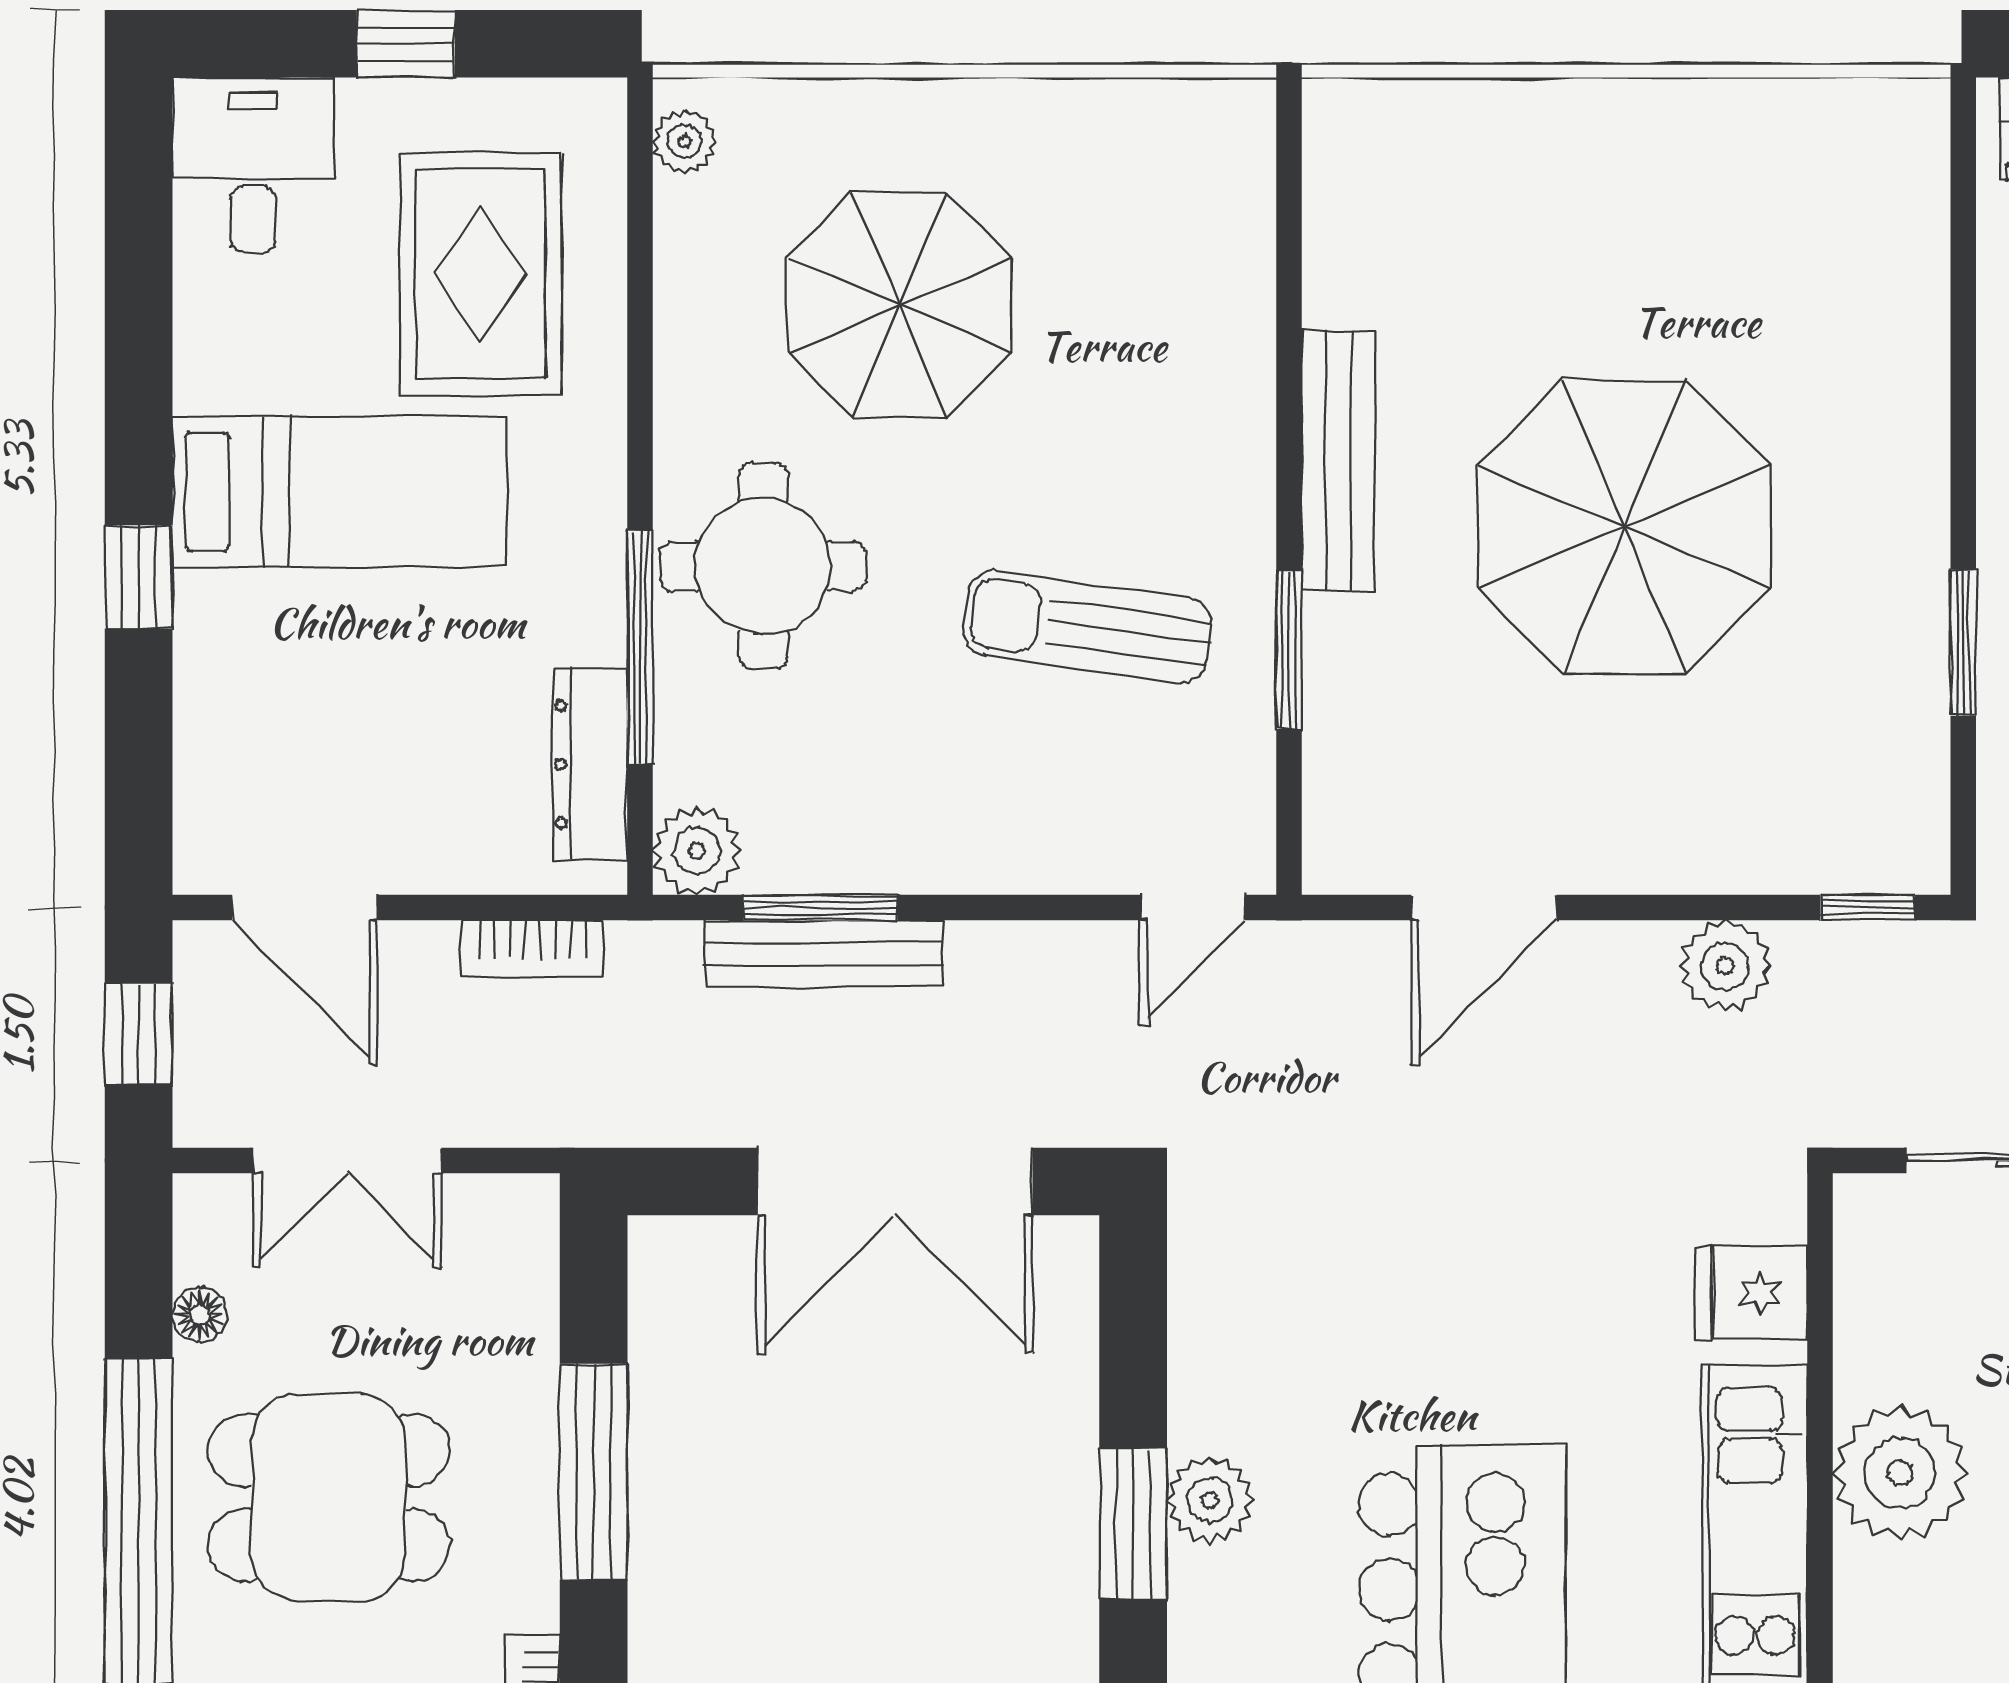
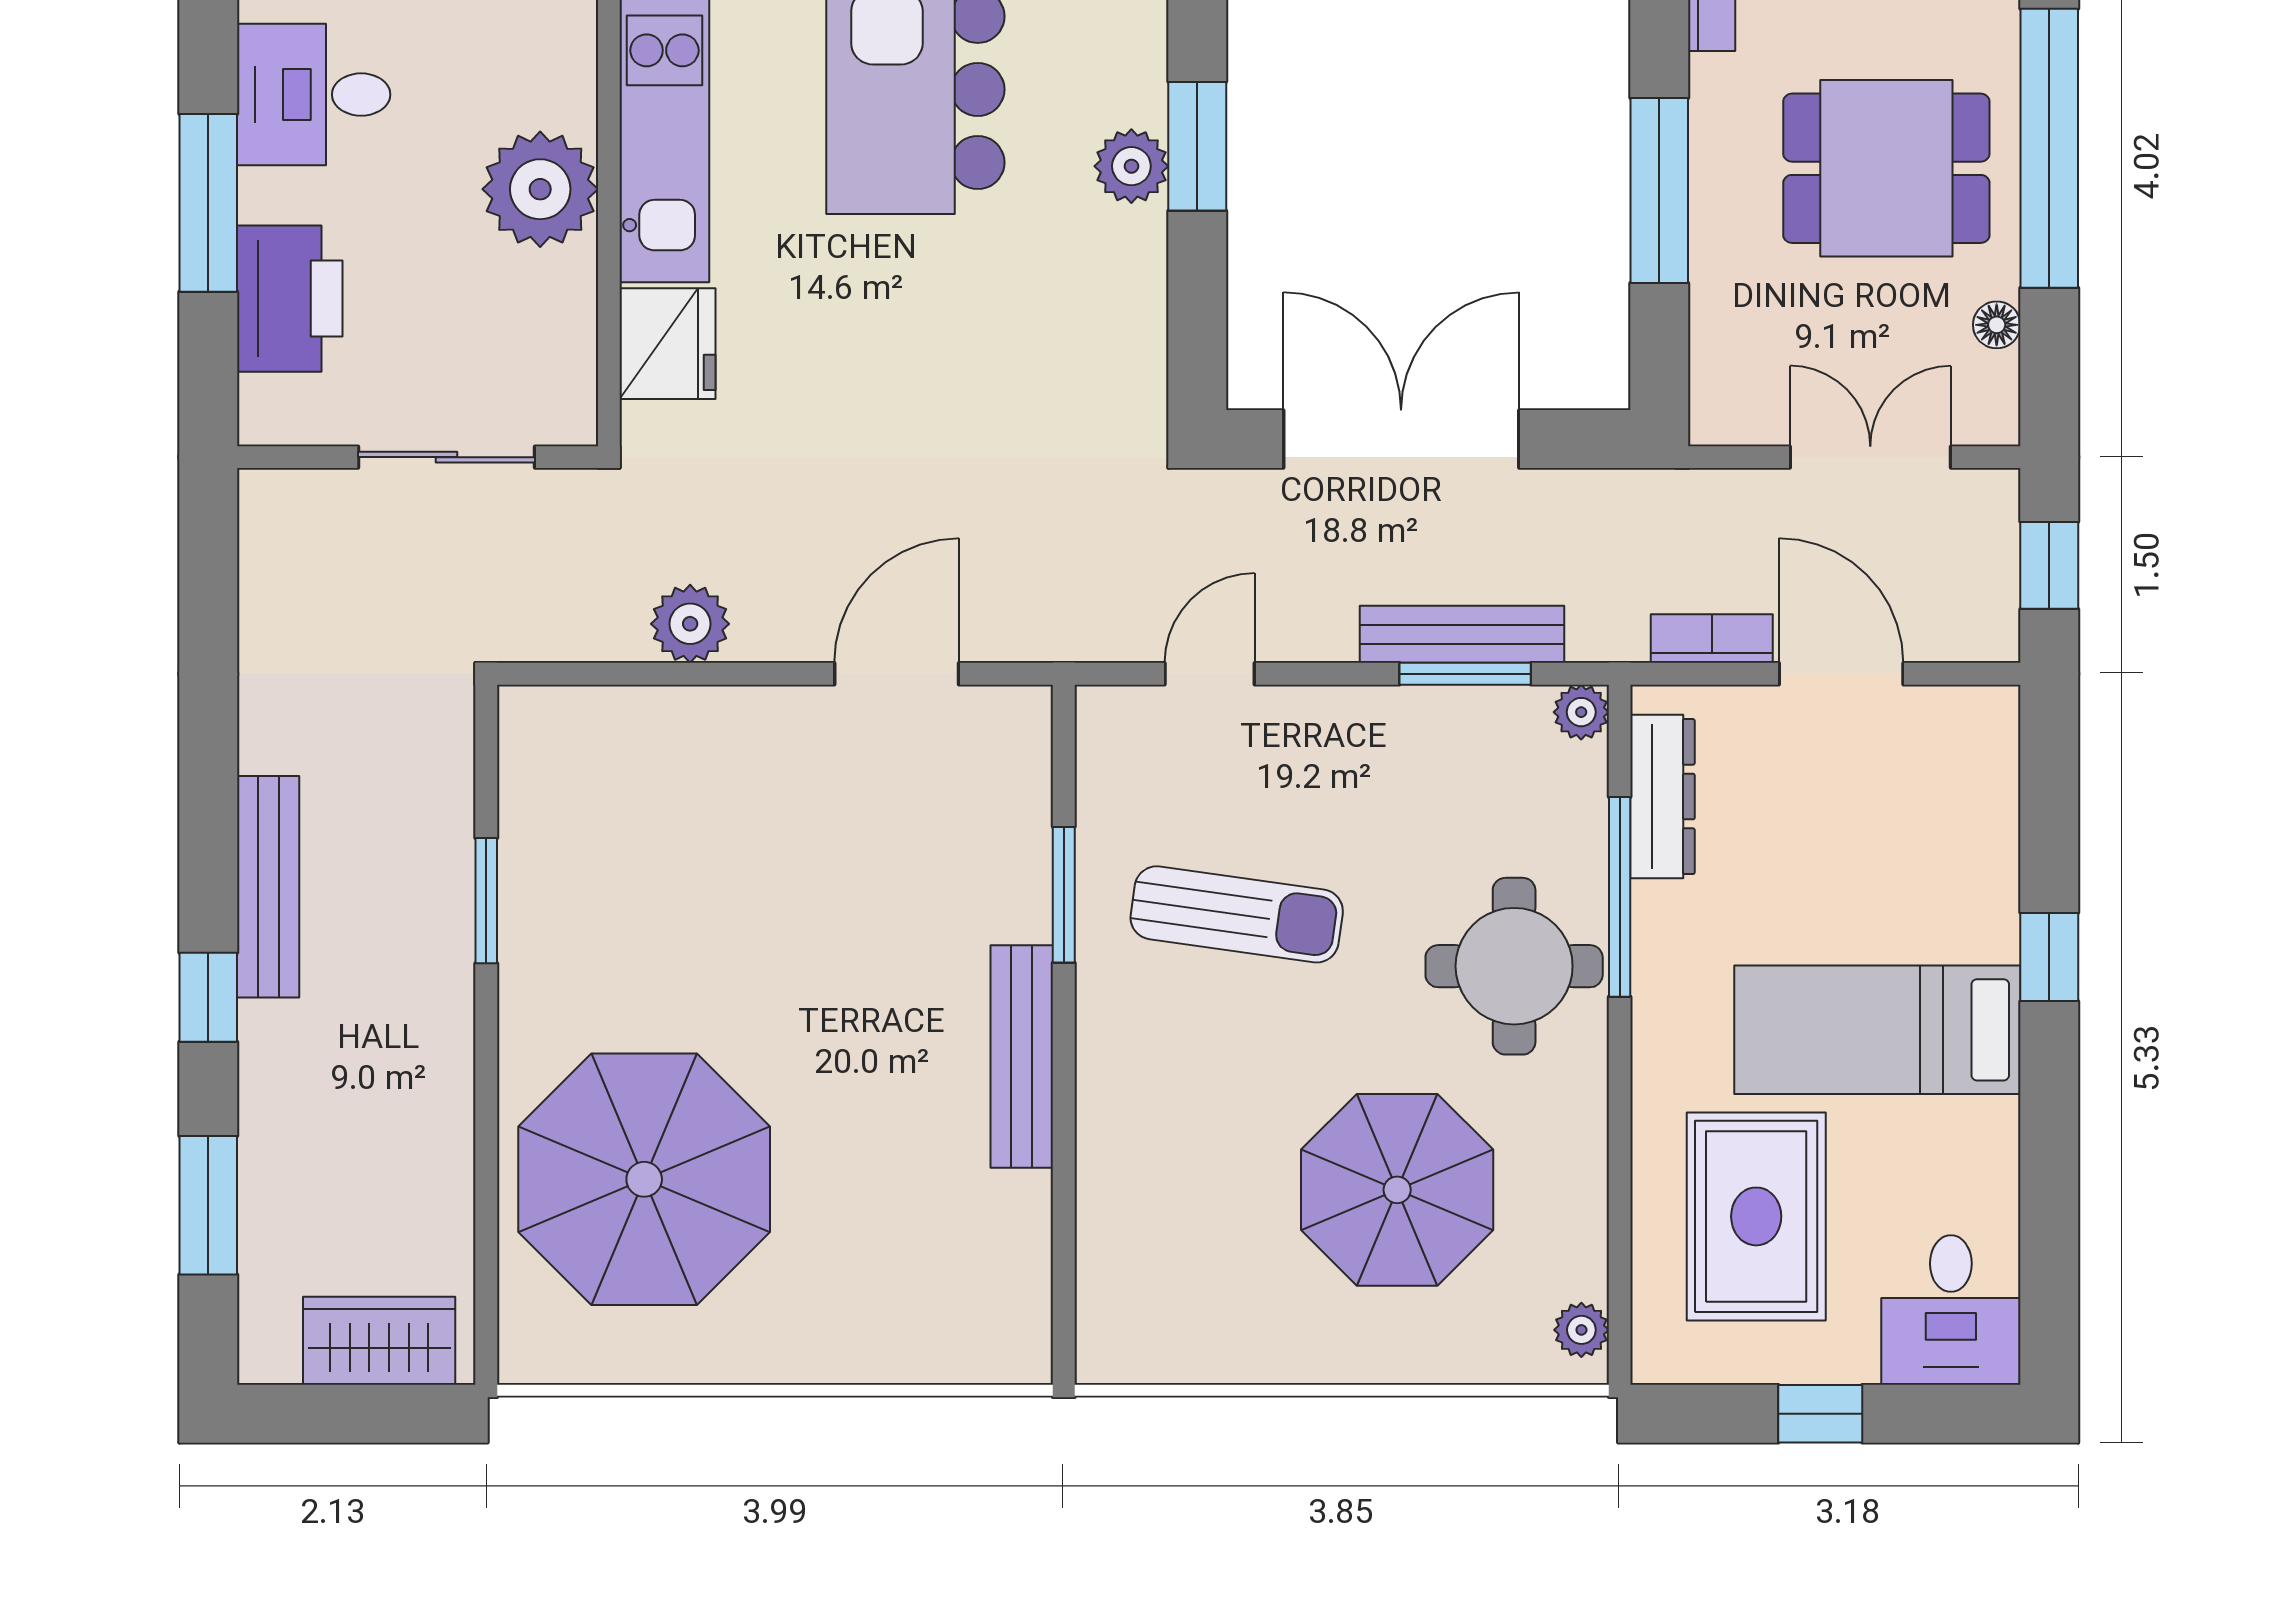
parasol: (1624, 527) -> (644, 1179), moved
plant: (697, 851) -> (1581, 712), width x0.73, depth x0.73
door: (305, 908) -> (1841, 674), moved
door: (1193, 908) -> (1210, 674), moved
window: (1868, 908) -> (568, 674), removed
fridge: (1752, 1293) -> (668, 344), width x1.38

